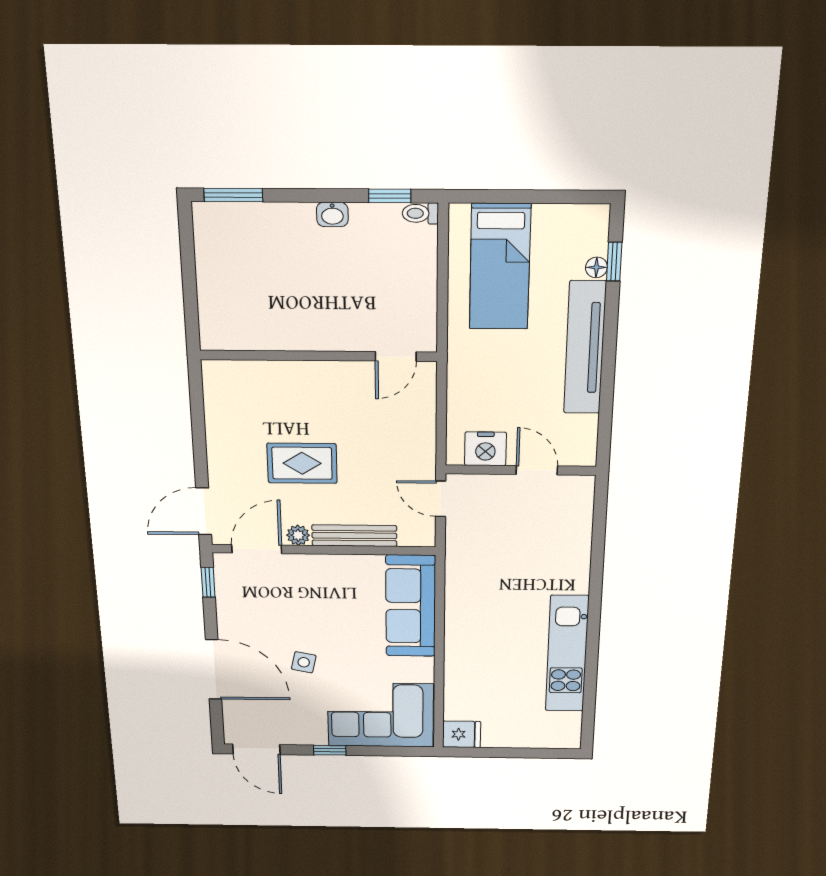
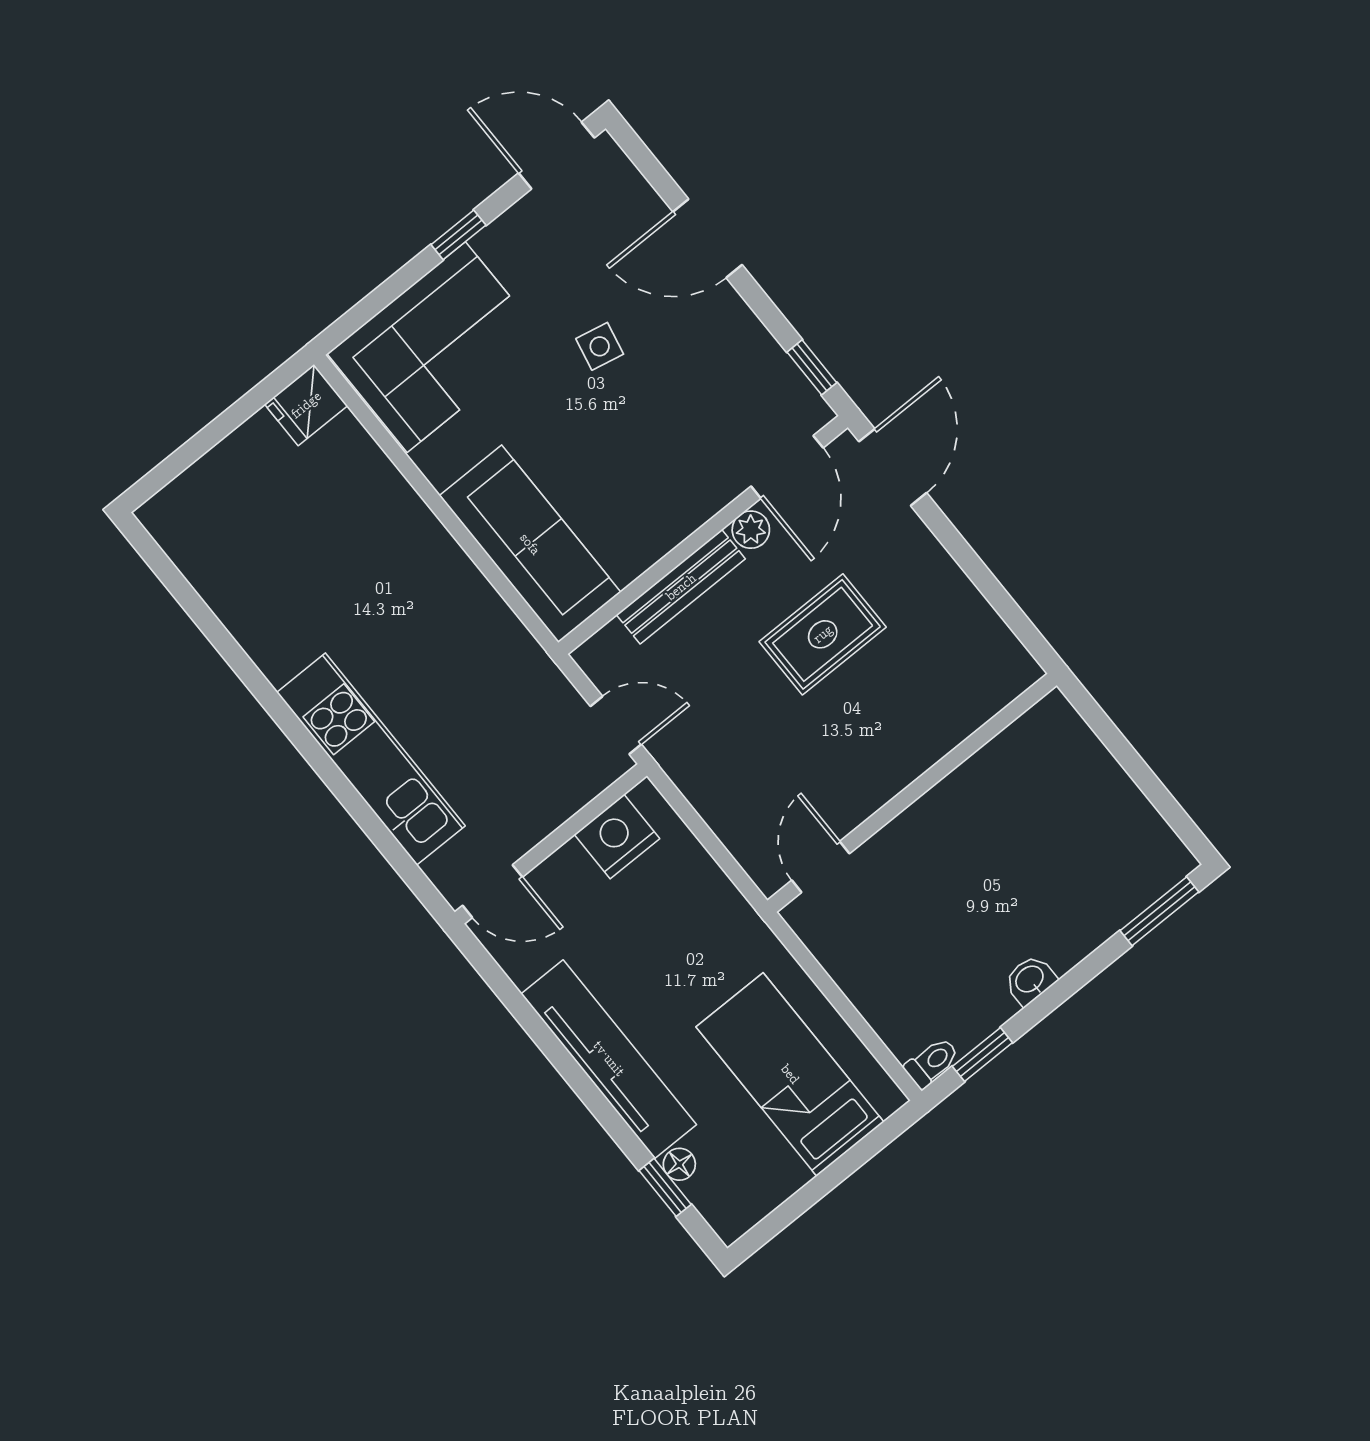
door: (537, 470) -> (492, 891), moved
kitchen unit: (567, 654) -> (371, 759), moved
door: (214, 669) -> (707, 238), width x0.73

